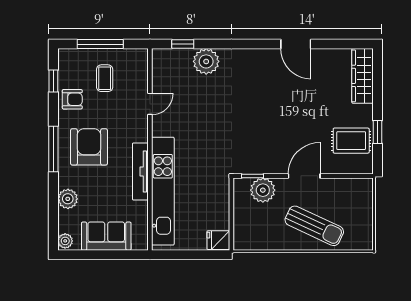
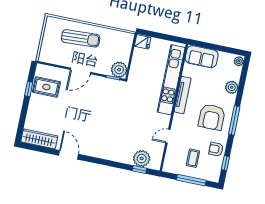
plant: (206, 61) -> (142, 159), moved
wardrobe: (362, 76) -> (39, 139), moved, turned -90
plant: (263, 190) -> (119, 70), moved
sun lounger: (314, 226) -> (81, 38), turned 152
sofa: (106, 236) -> (202, 57), moved

